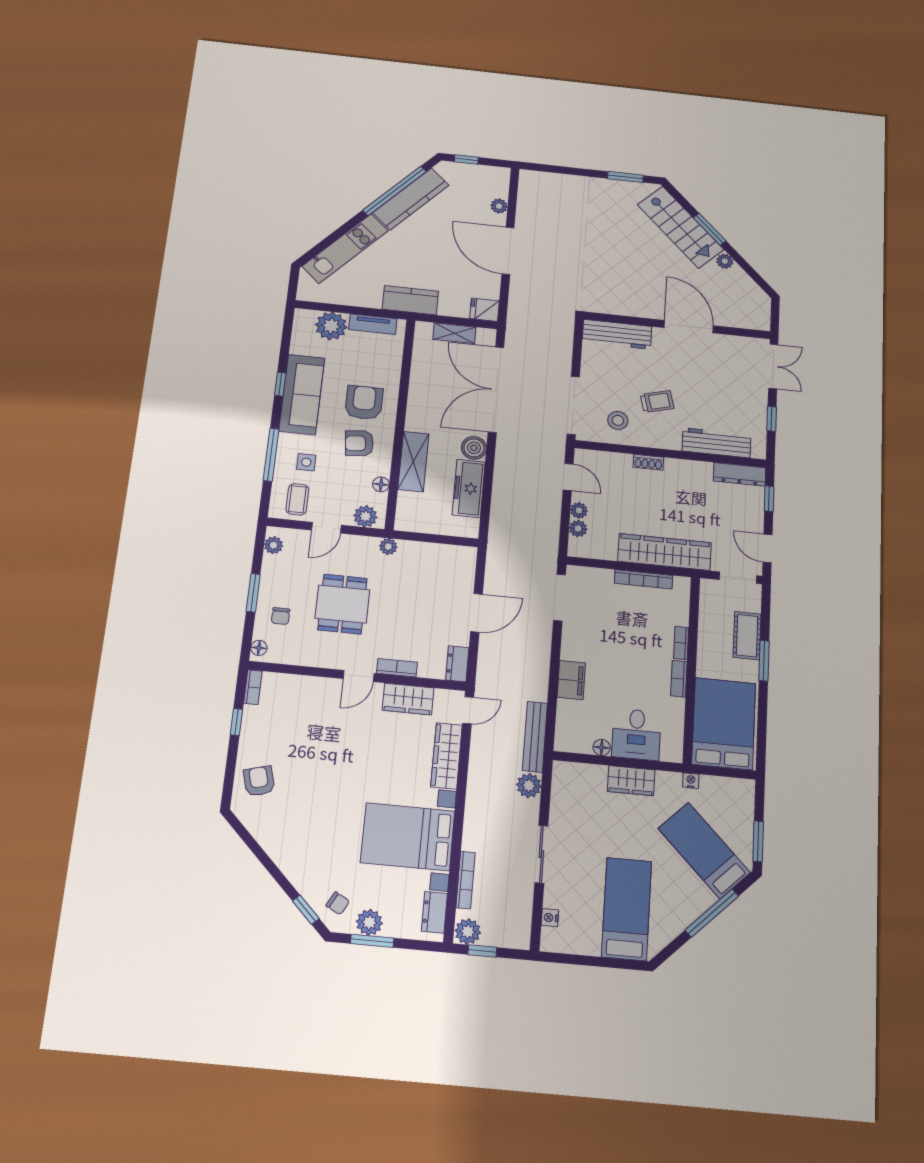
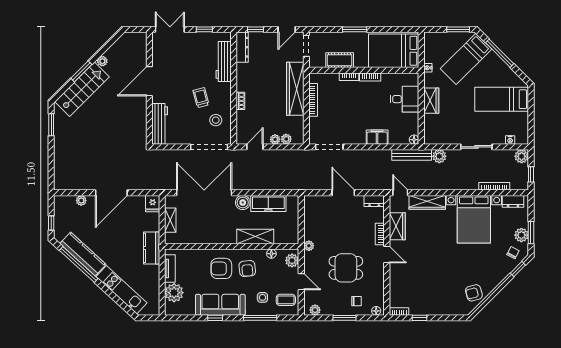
double door: (496, 390) -> (204, 193), swing flipped
cot: (747, 636) -> (340, 60), moved
floor lamp: (602, 747) -> (414, 140), moved
armchair: (259, 781) -> (474, 293), moved
plant: (468, 932) -> (522, 156), moved

